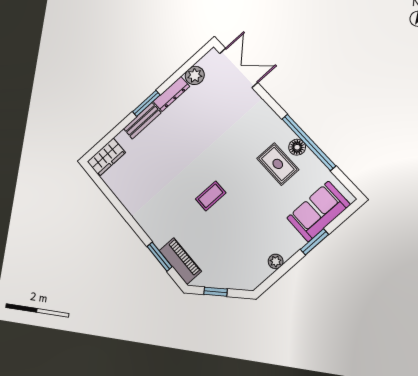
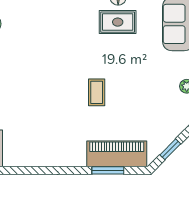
piano: (180, 261) -> (117, 154), width x1.37, depth x1.33

